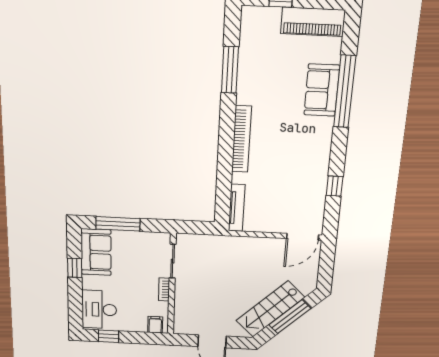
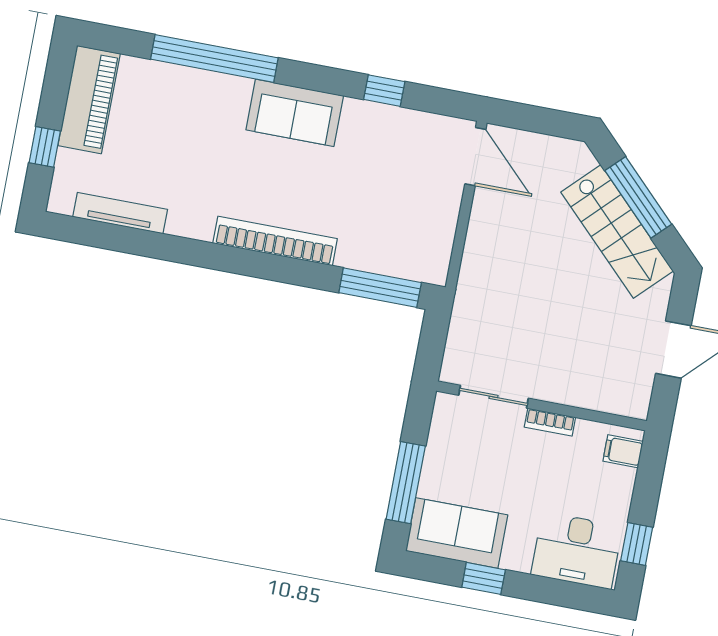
window: (230, 70) -> (380, 288), moved
sofa: (322, 90) -> (295, 113), moved
tv unit: (237, 208) -> (120, 213), moved

